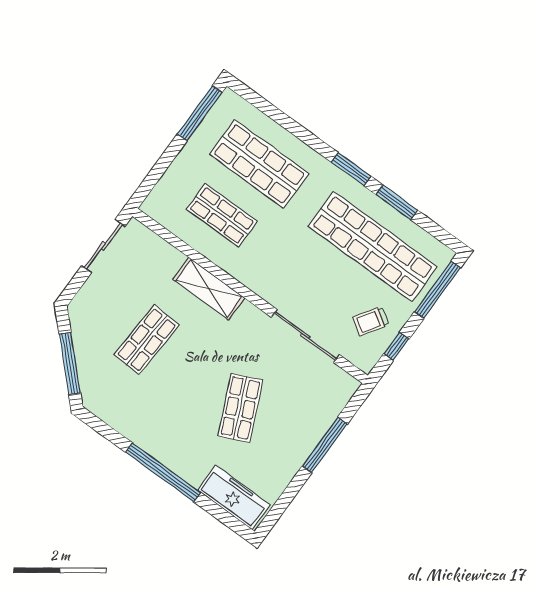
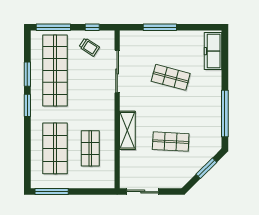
window: (70, 363) -> (206, 168), width x0.69
shop shelf: (240, 408) -> (171, 77), turned 39
window: (163, 472) -> (225, 114), moved

